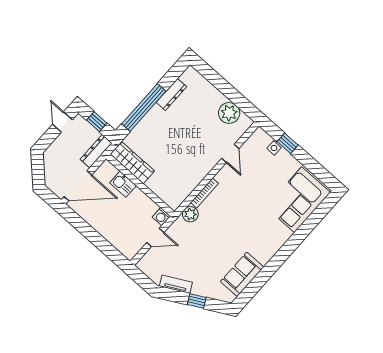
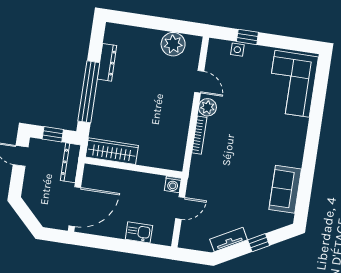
kitchen sink: (123, 184) -> (139, 232), moved, turned 180
plant: (190, 214) -> (208, 107), moved

